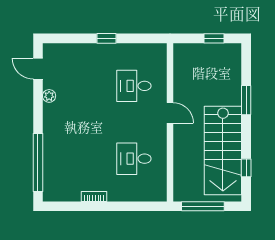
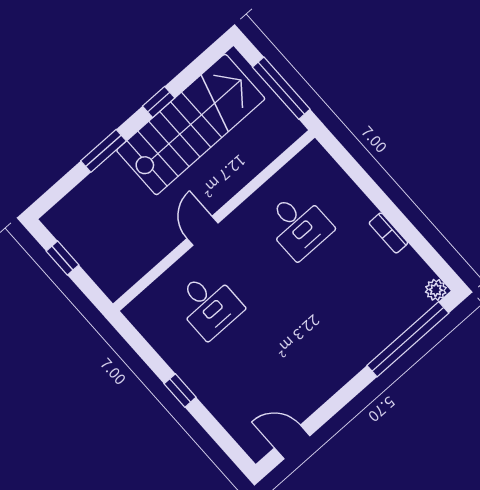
door: (38, 69) -> (292, 442), swing flipped
plant: (49, 96) -> (436, 290), moved
window: (246, 168) -> (159, 102), moved

